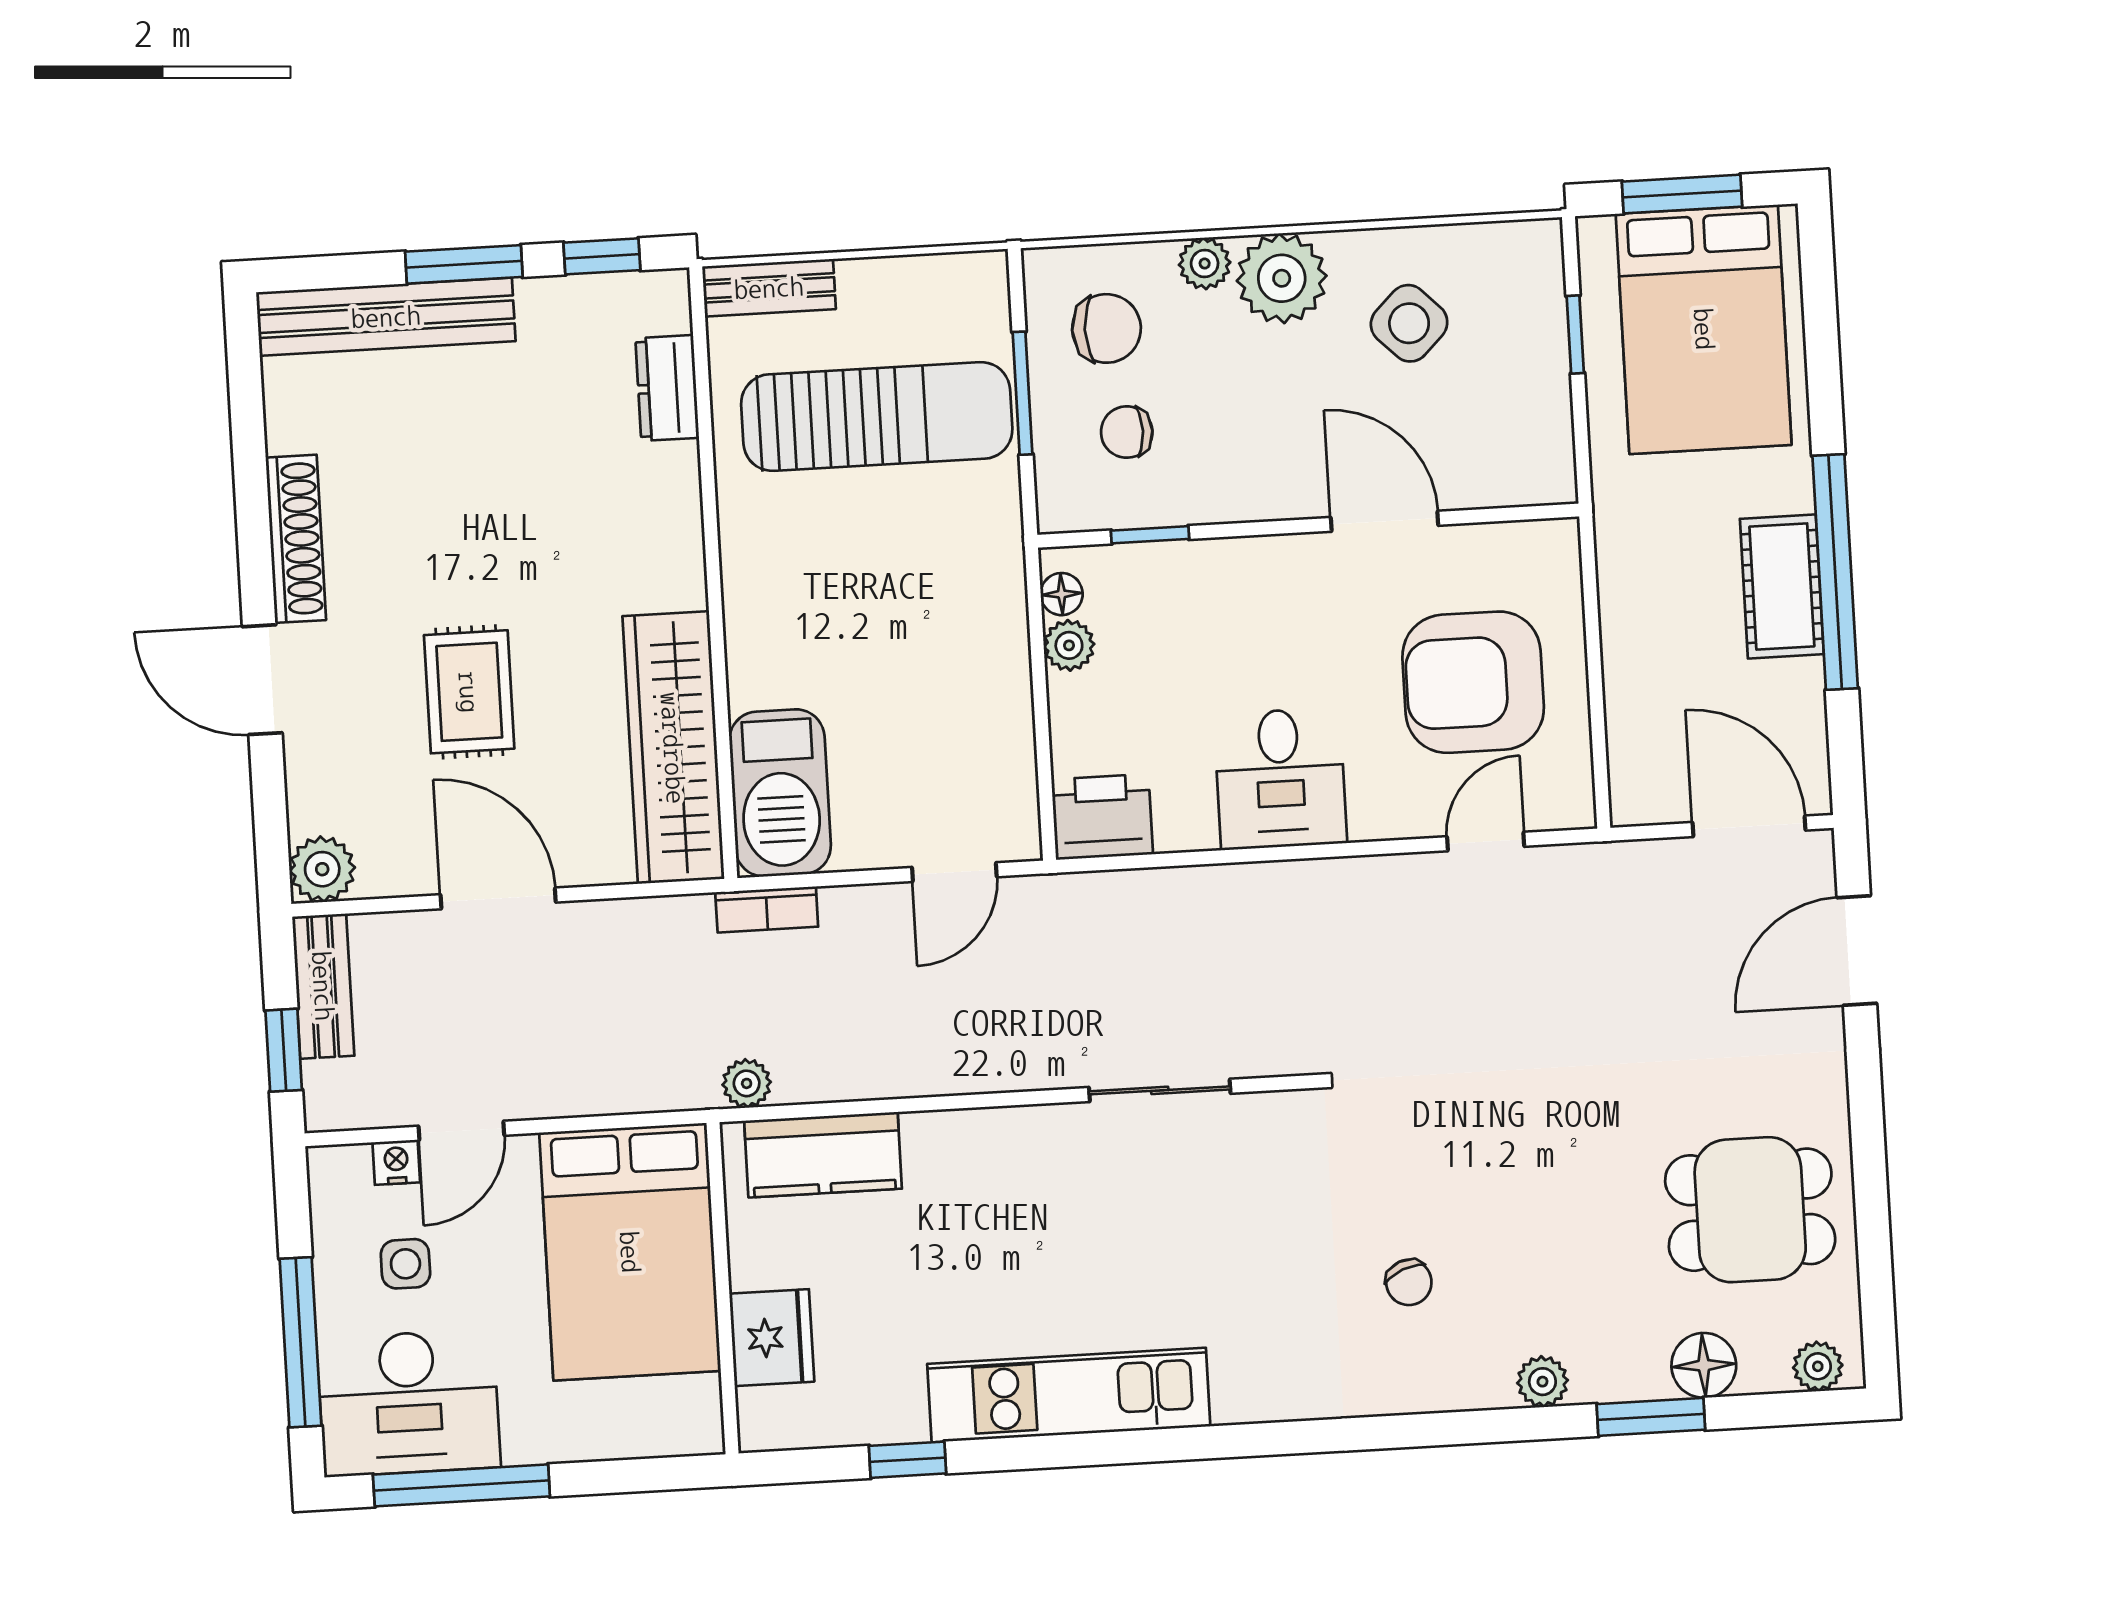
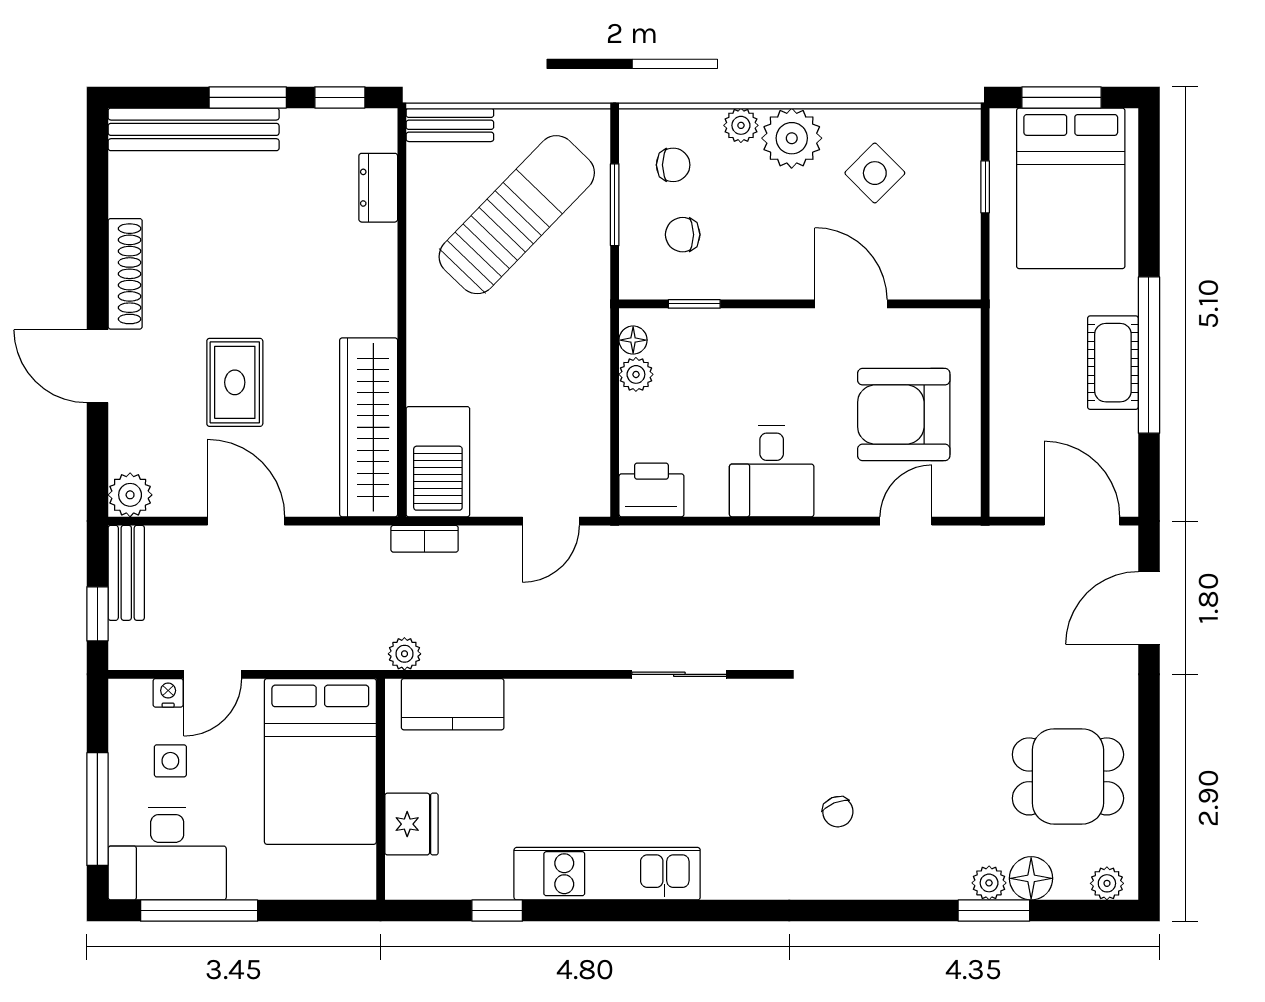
chair: (1107, 328) -> (673, 165), width x0.73, depth x0.73
sun lounger: (877, 417) -> (517, 215), turned -46
plant: (1542, 1382) -> (989, 883), moved

